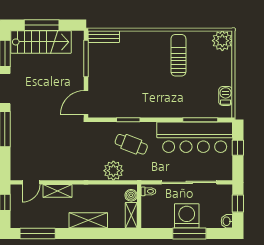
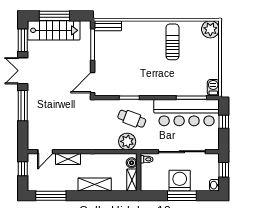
barbecue: (226, 96) -> (213, 88), moved
plant: (113, 171) -> (127, 141), moved

